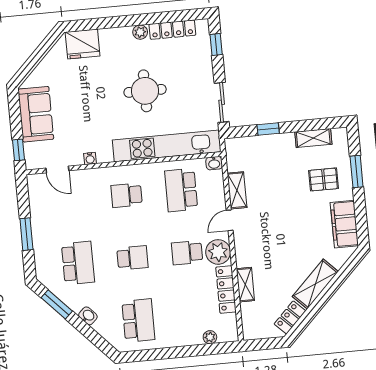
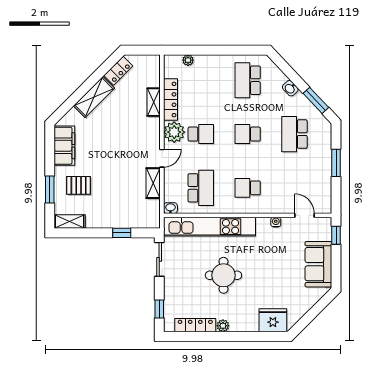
shelving: (313, 138) -> (69, 222), moved
school desk: (127, 195) -> (248, 188), turned 180

